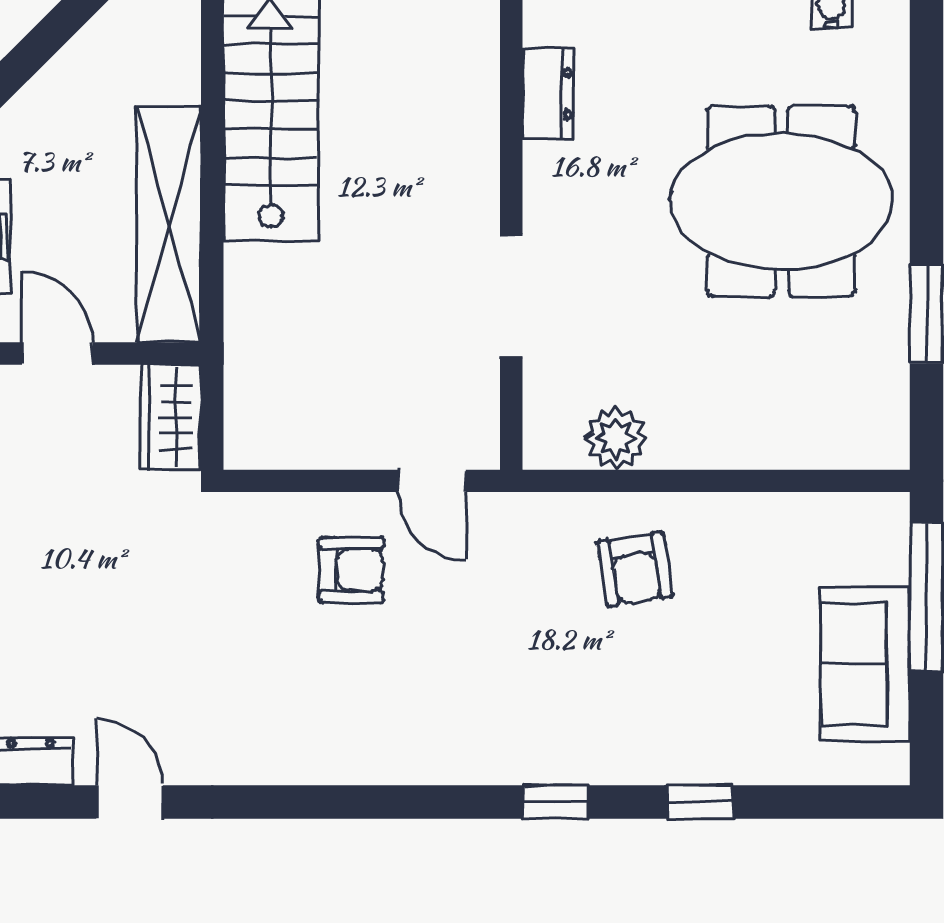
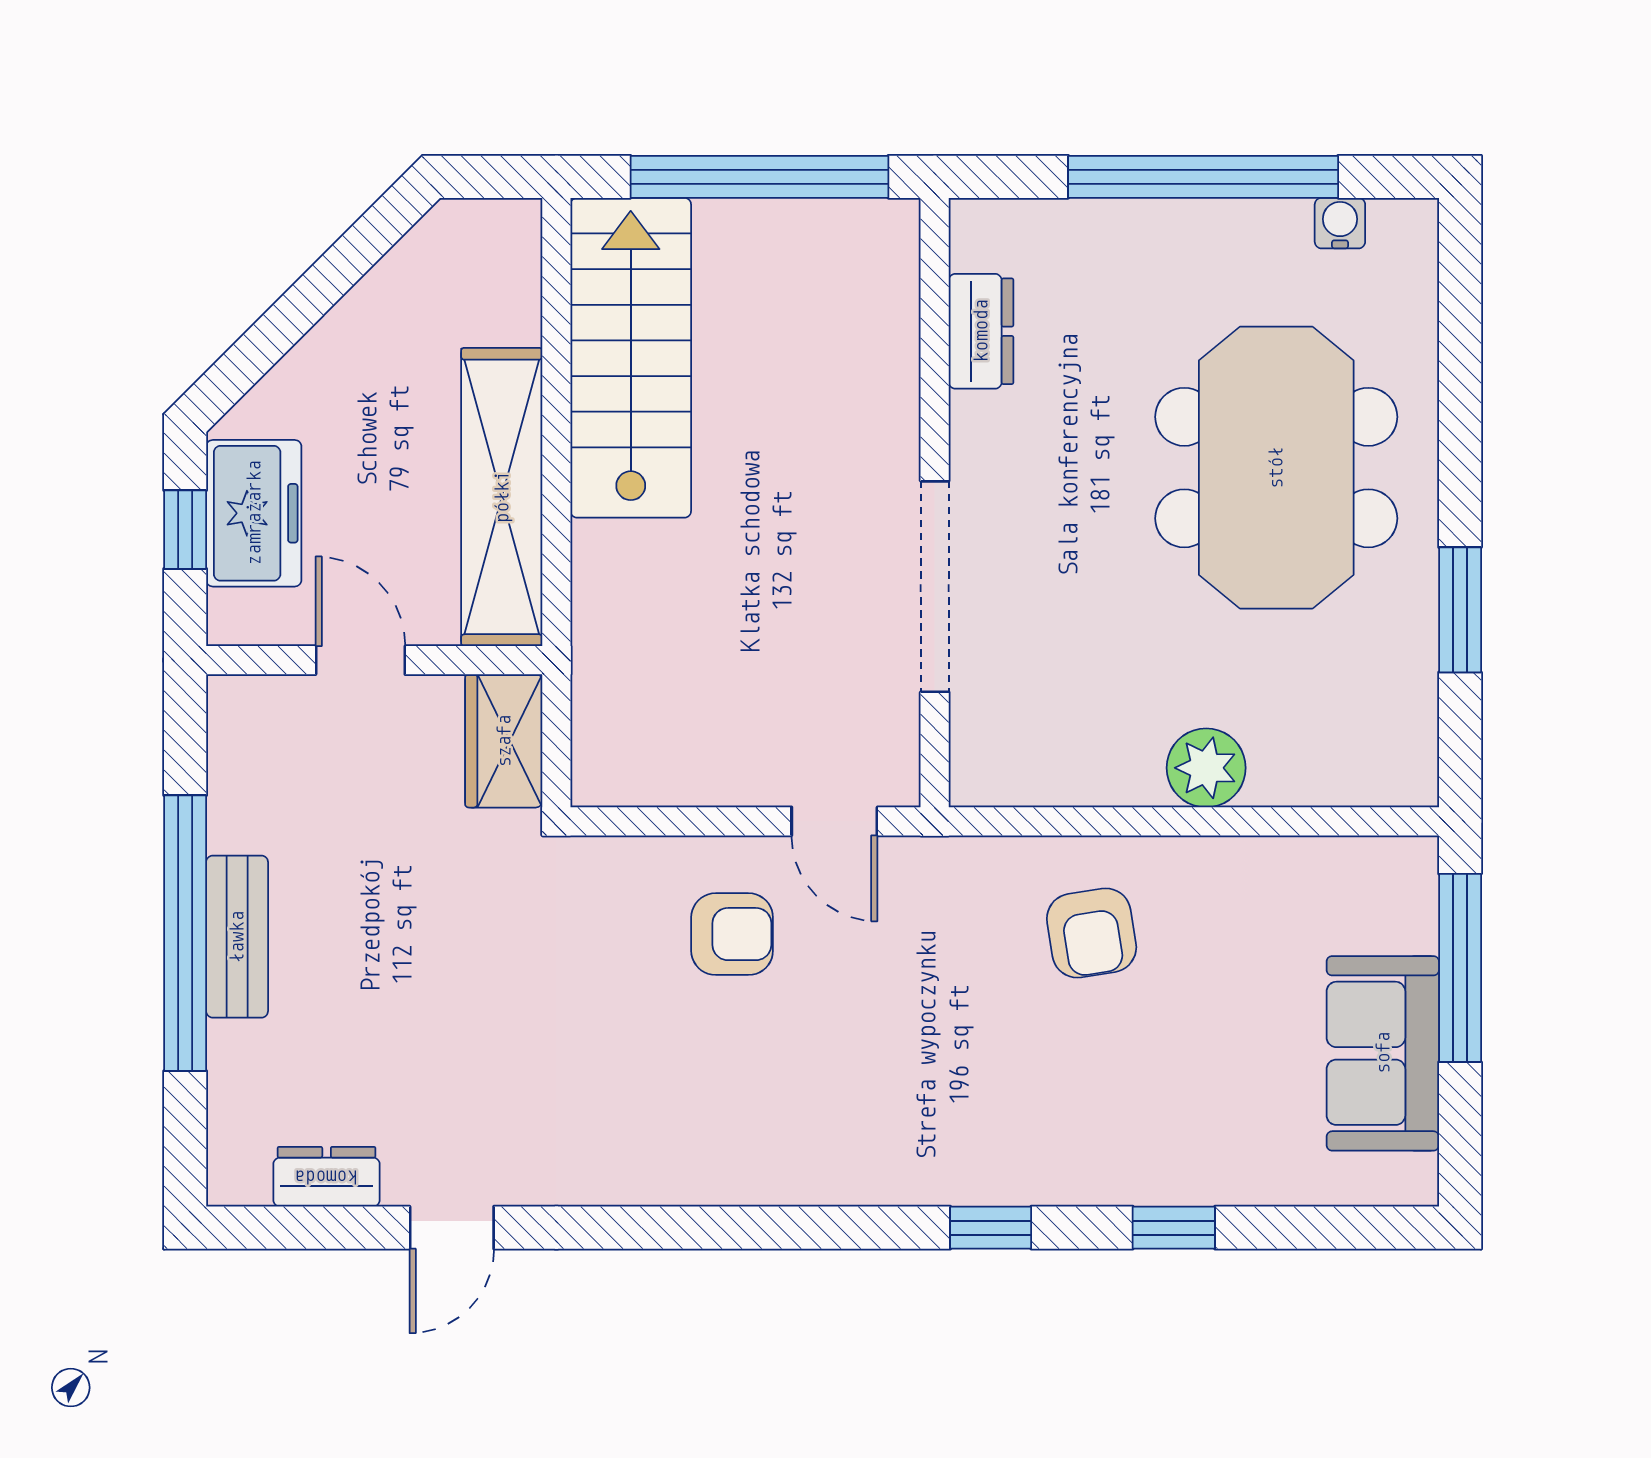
meeting table: (781, 201) -> (1276, 468), turned 90
doorway: (511, 295) -> (935, 587), width x1.36
plant: (616, 439) -> (1206, 768), moved
door: (130, 802) -> (452, 1228), swing flipped

